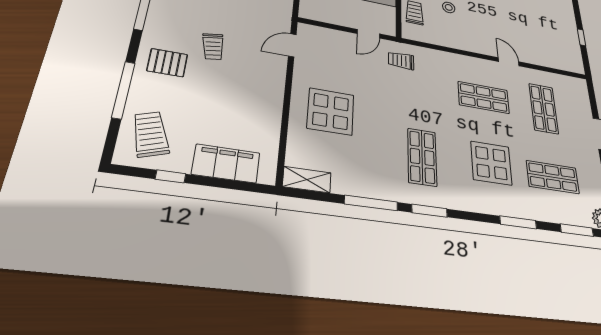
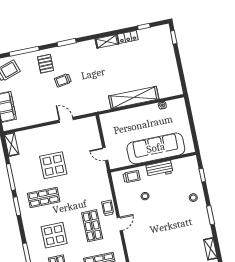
door: (292, 45) -> (66, 120), moved
trolley: (401, 61) -> (108, 208), moved
door: (509, 62) -> (120, 224), moved
display table: (331, 111) -> (53, 165), moved

